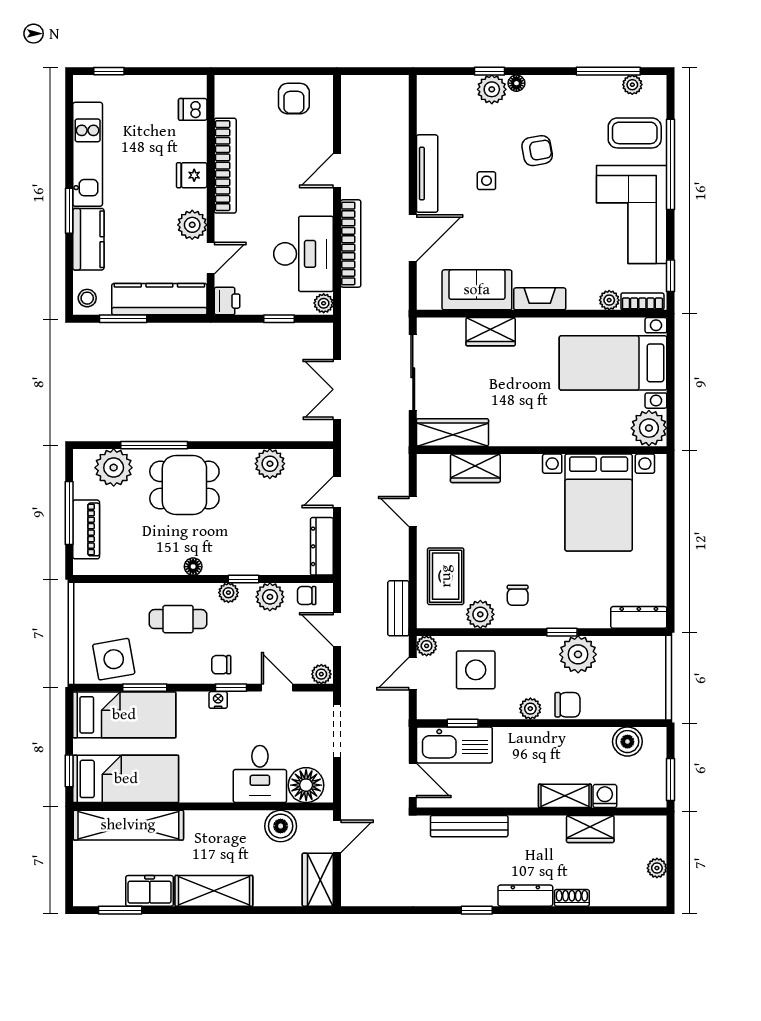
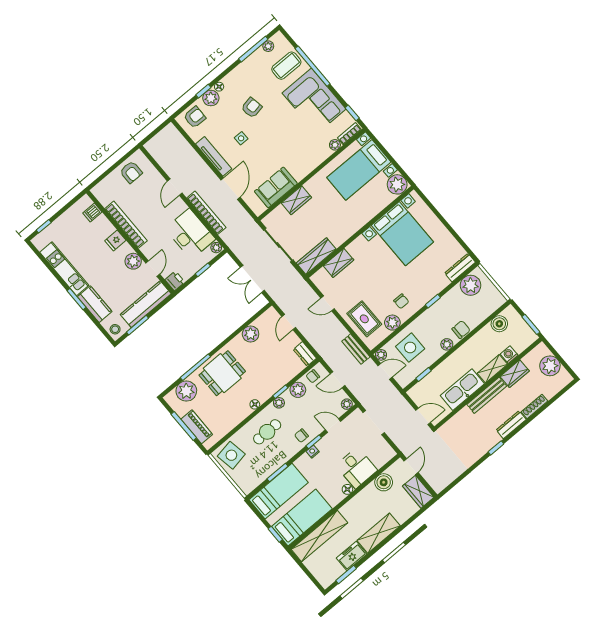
armchair: (447, 97) -> (195, 117), added
fireplace: (540, 299) -> (305, 169), removed
dresser: (322, 546) -> (305, 354), width x0.70
plant: (578, 654) -> (471, 285), moved
side table: (114, 659) -> (231, 455), moved
door: (413, 674) -> (385, 371), swing flipped
kitchen sink: (454, 745) -> (462, 390), moved, turned 180
floor lamp: (306, 785) -> (347, 489), moved, width x0.53, depth x0.53
bench: (469, 826) -> (487, 395), moved
plant: (657, 868) -> (550, 366), width x1.87, depth x1.87
shoe rack: (572, 898) -> (535, 406), width x1.43

